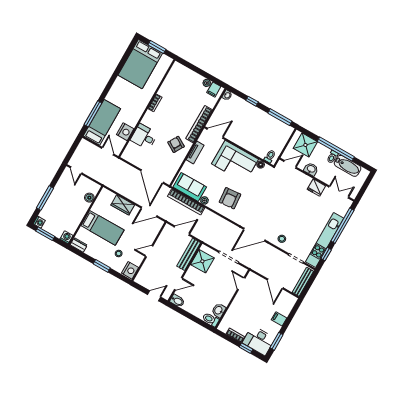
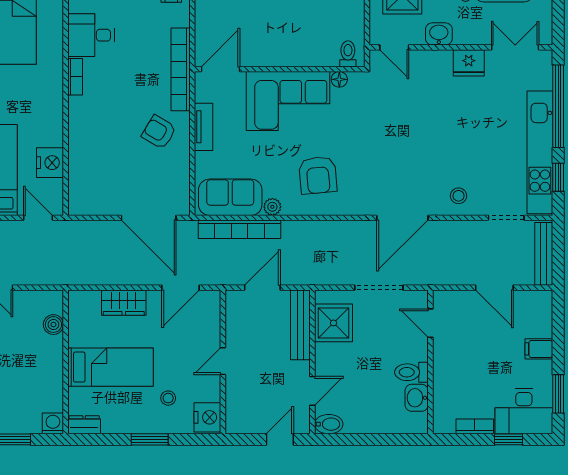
desk: (144, 137) -> (91, 35), moved
door: (290, 164) -> (394, 47), swing flipped
toilet: (211, 320) -> (411, 372), moved

